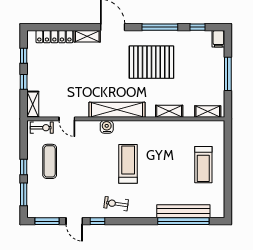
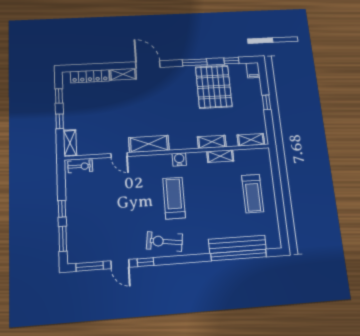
window: (160, 27) -> (195, 62), width x0.69
pallet: (151, 62) -> (214, 87), moved, turned 90
window: (228, 74) -> (266, 102), width x0.46
shelving: (117, 110) -> (149, 144), width x0.68
door: (67, 119) -> (119, 155), moved
shelving: (176, 126) -> (220, 156), added
water cooler: (107, 127) -> (179, 159), moved
exercise mat: (50, 161) -> (90, 201), removed
exercise bike: (116, 204) -> (164, 242), width x1.38, depth x1.39

